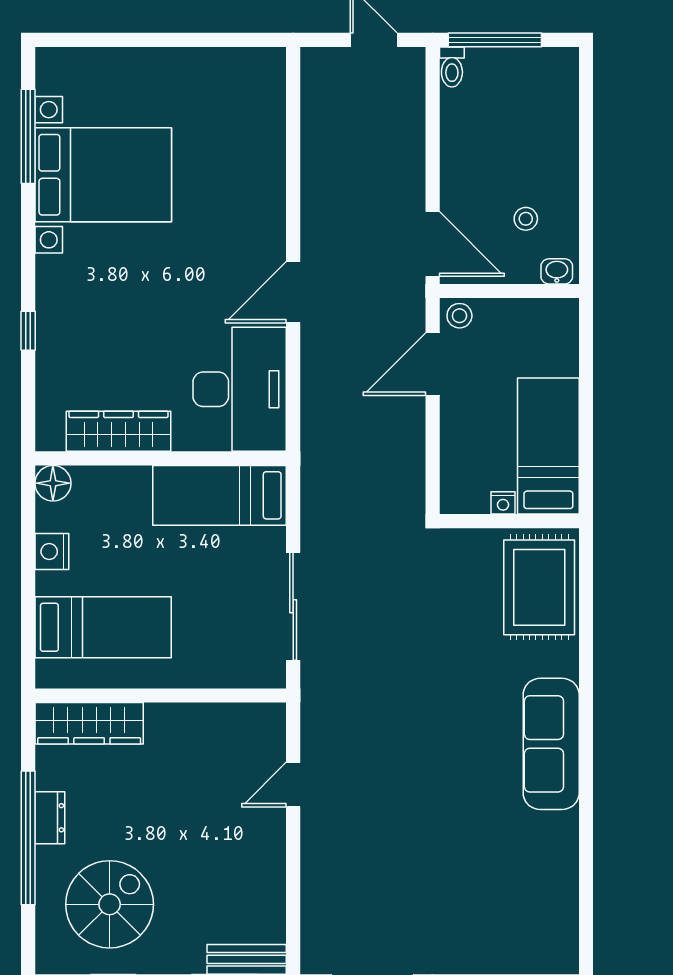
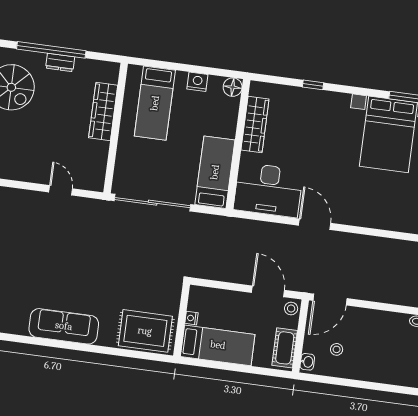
cot: (536, 318) -> (285, 348), added
sliding door: (293, 606) -> (153, 203), width x1.36
wardrobe: (89, 723) -> (103, 111), moved

